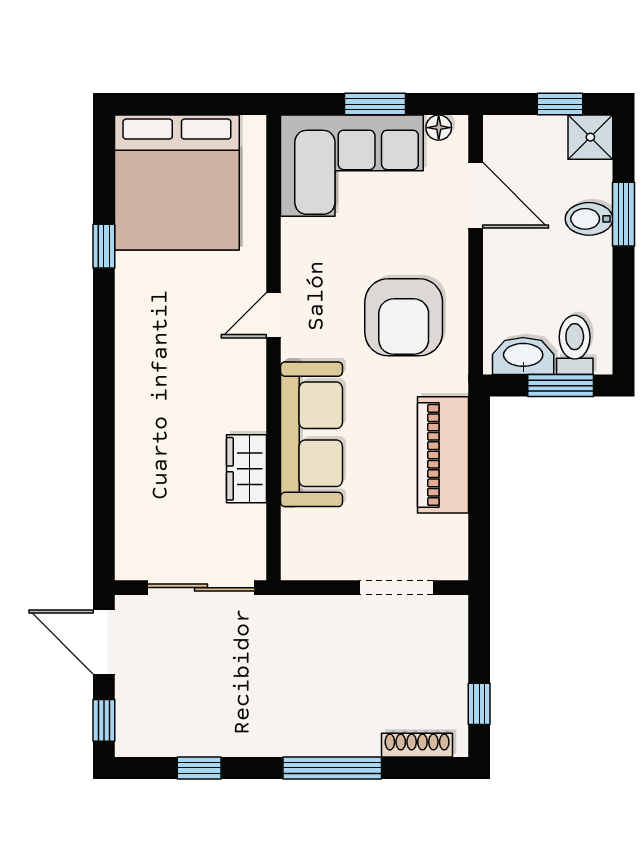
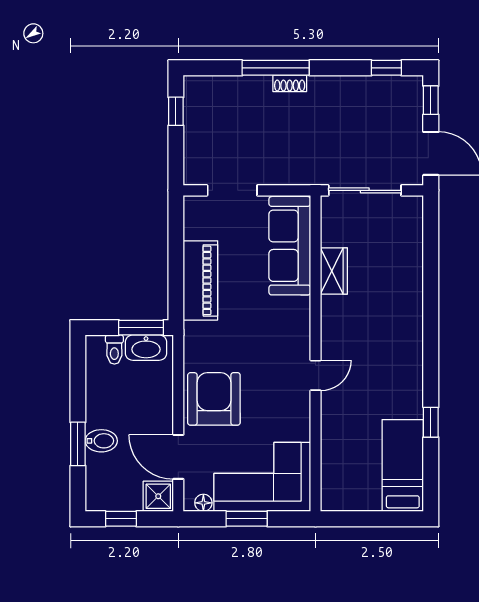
shower: (590, 137) -> (158, 496), moved
bed: (177, 182) -> (403, 466), width x0.49
armchair: (404, 317) -> (214, 399), moved
toilet: (575, 345) -> (114, 350), width x0.73, depth x0.72
window: (561, 386) -> (141, 328), moved
sofa: (312, 434) -> (290, 246), moved
shoe rack: (417, 745) -> (290, 83), moved, width x0.70
window: (199, 768) -> (386, 68), moved

